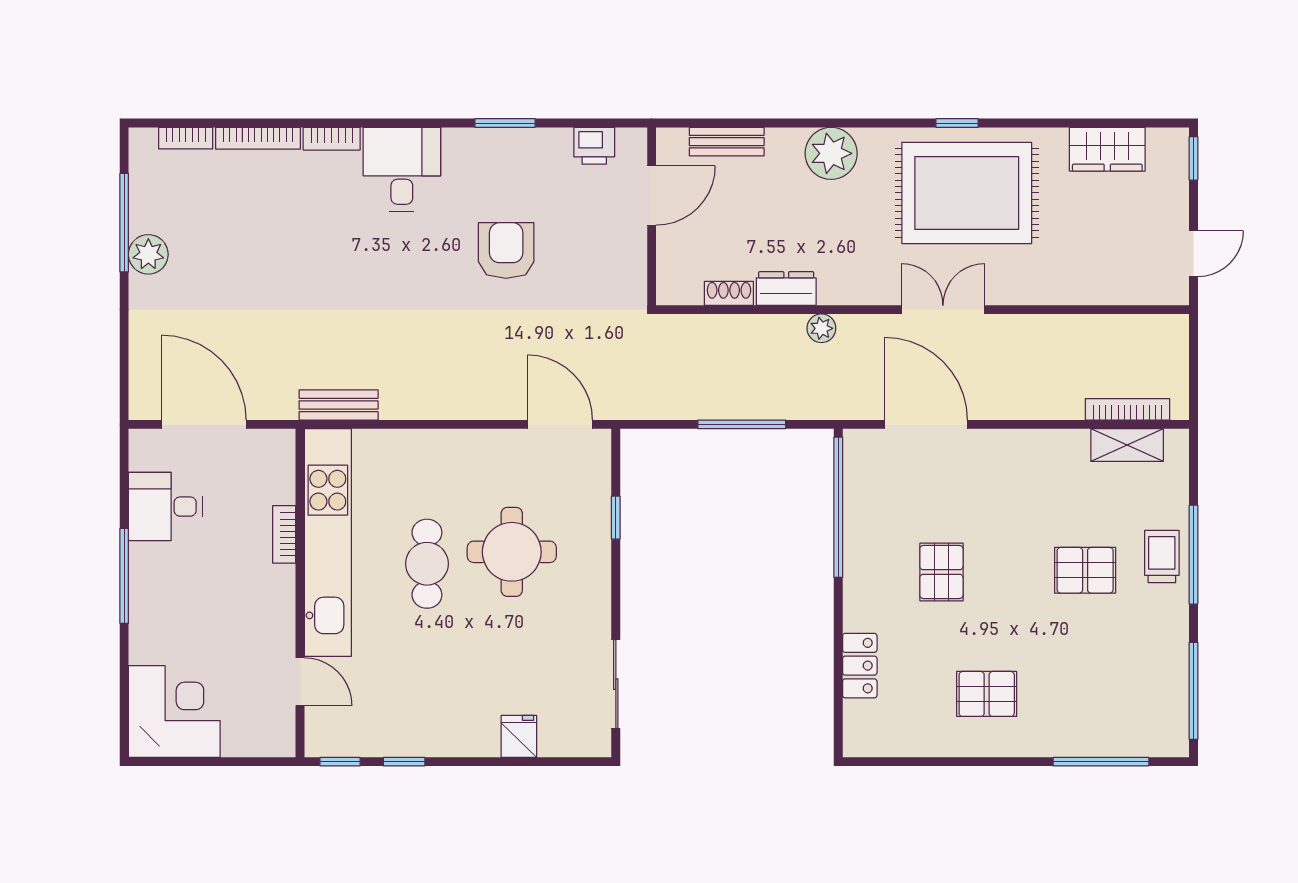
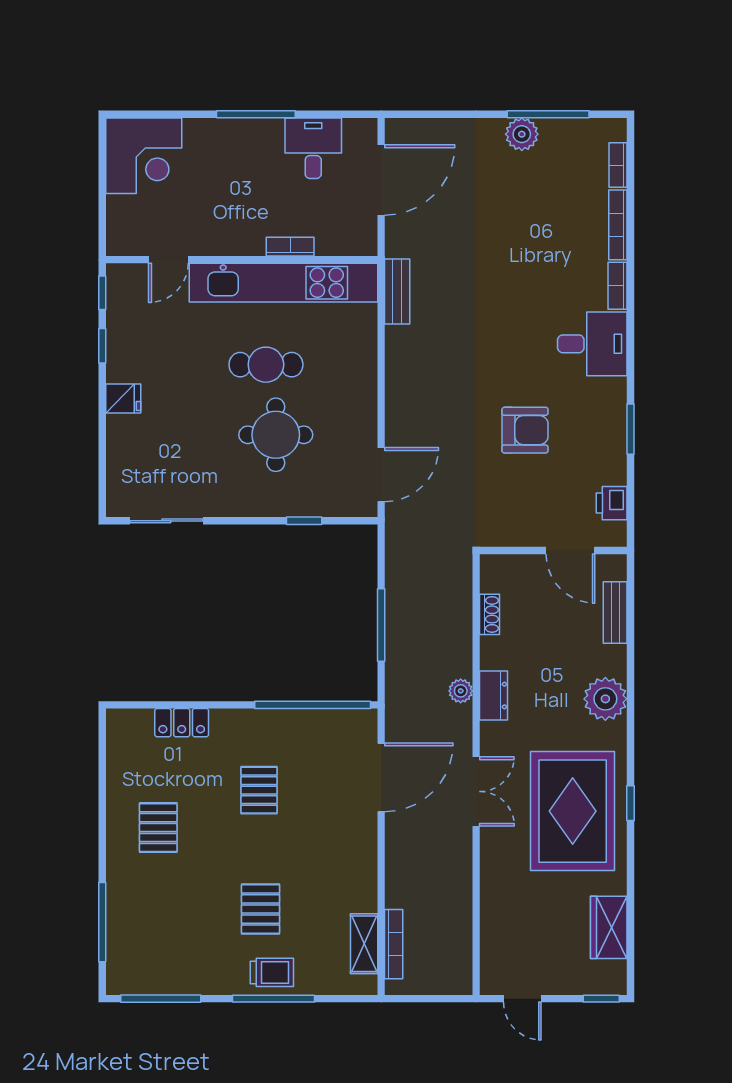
dresser: (786, 289) -> (494, 696), moved
pallet: (941, 572) -> (259, 790), turned 90
fridge: (519, 736) -> (123, 398), moved

